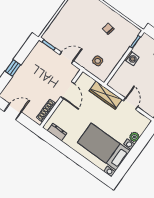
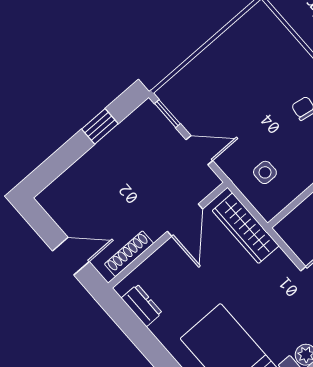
window: (13, 68) -> (100, 126), moved
wardrobe: (106, 95) -> (246, 228), moved
door: (13, 112) -> (71, 256), moved

